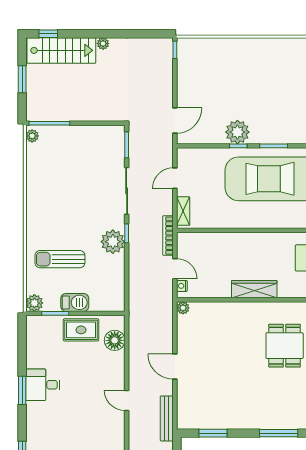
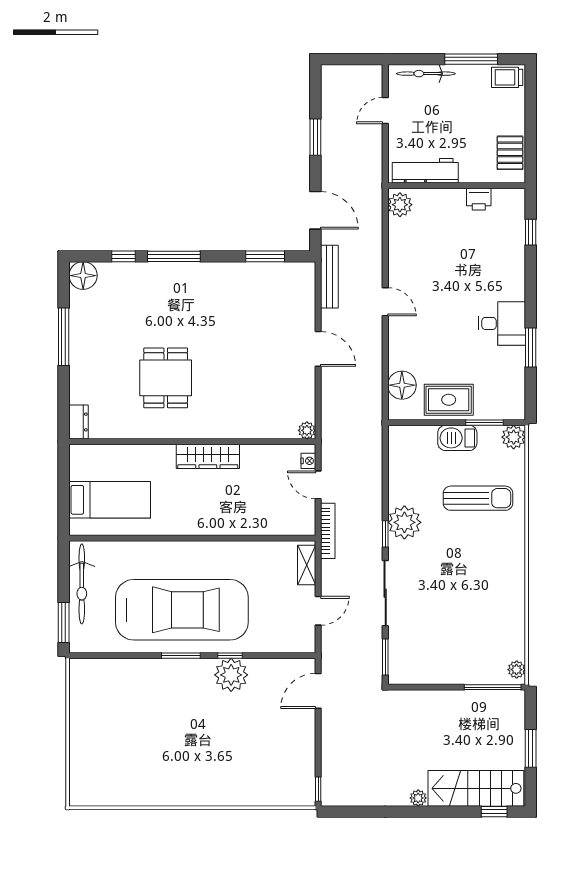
window: (22, 390) -> (531, 347), moved

